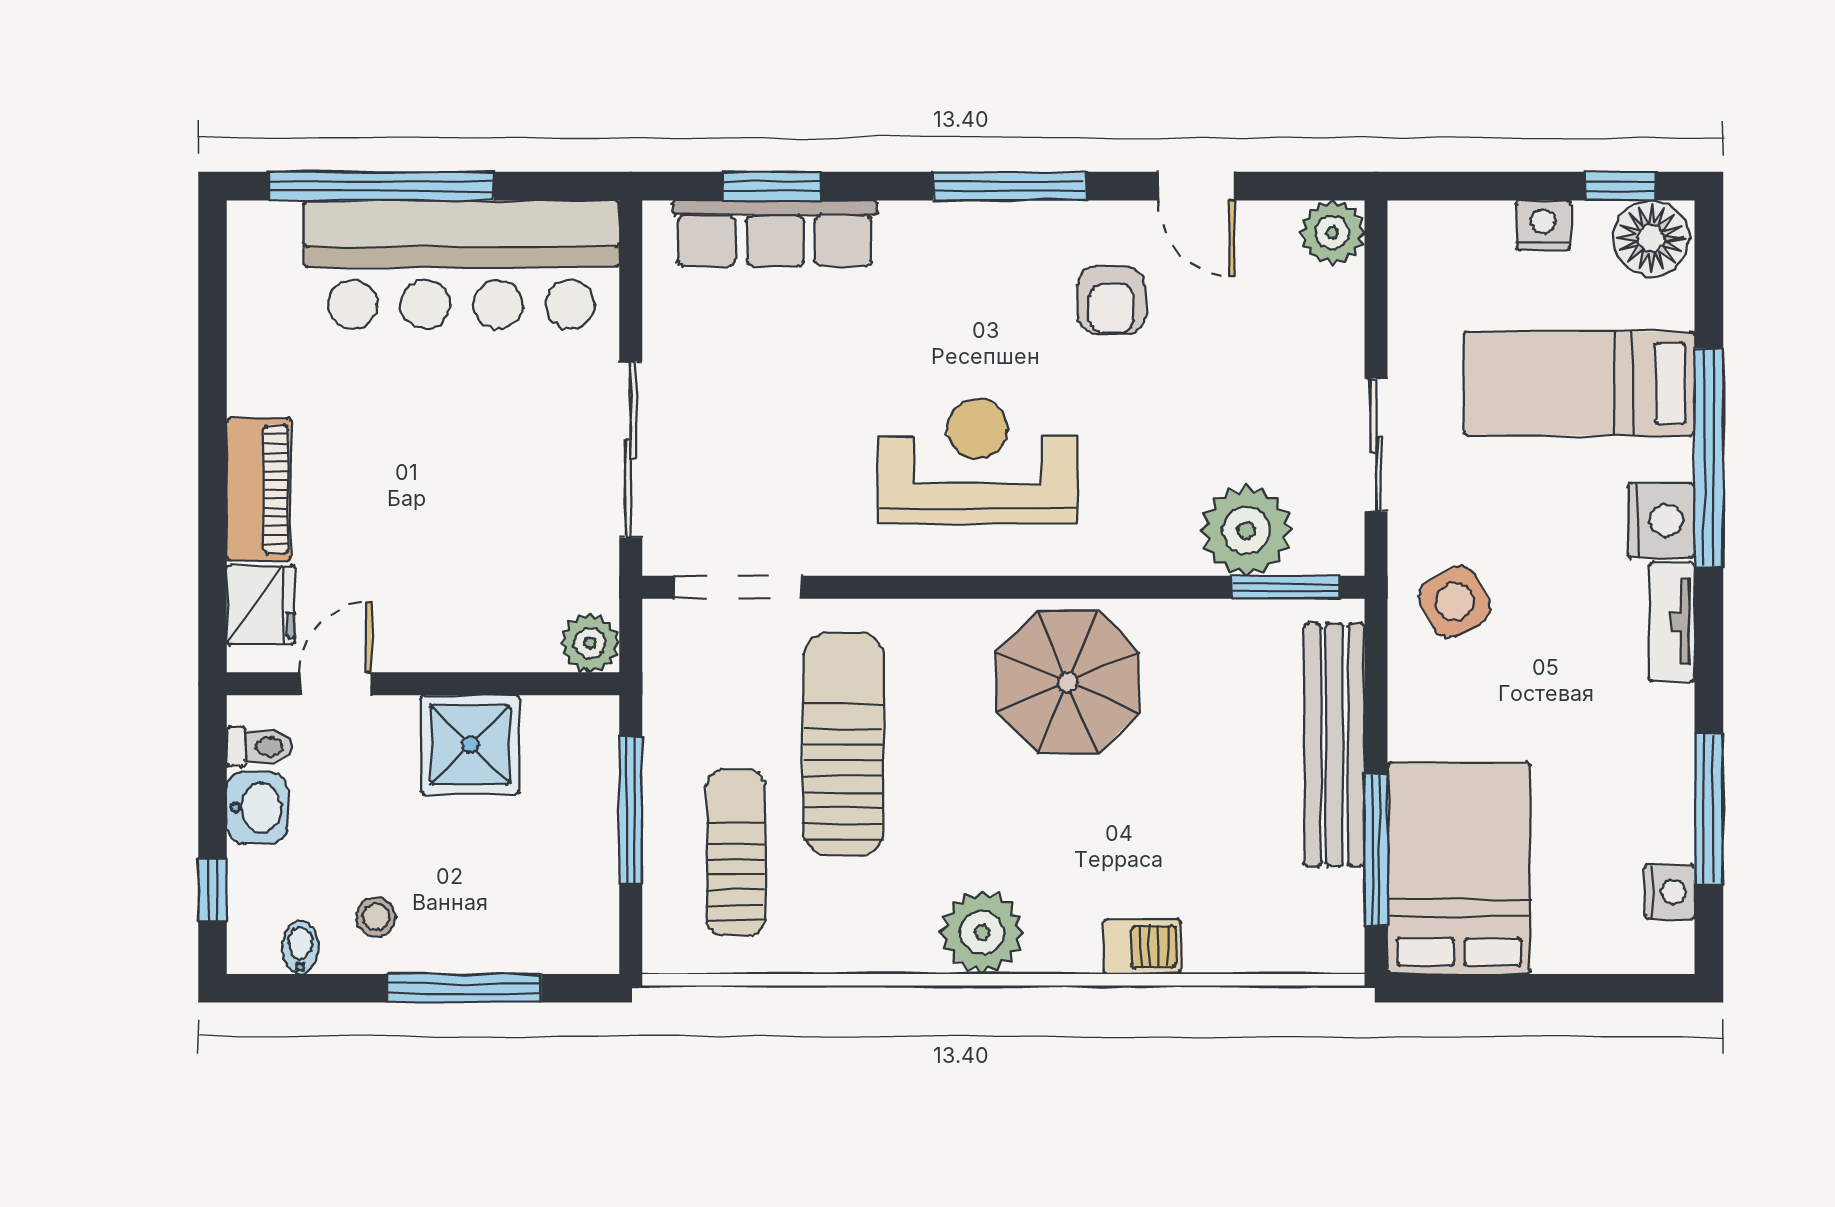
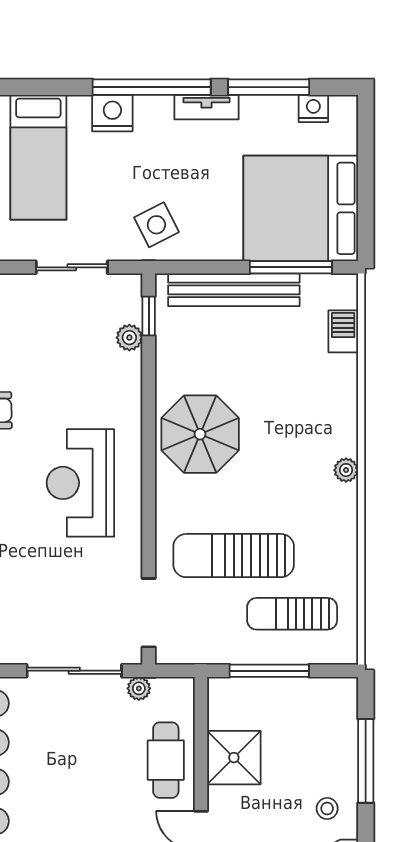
window: (1709, 458) -> (152, 87), moved
plant: (1246, 530) -> (129, 338), width x0.53, depth x0.53
window: (1286, 587) -> (149, 316), width x0.67
cafe table: (465, 619) -> (166, 760), added
tv unit: (1672, 622) -> (206, 107), moved
plant: (590, 643) -> (139, 688), moved, width x0.73, depth x0.73
bed: (1459, 868) -> (301, 208), width x1.36
plant: (982, 932) -> (346, 470), width x0.53, depth x0.53
barbecue: (1142, 947) -> (343, 331), moved

